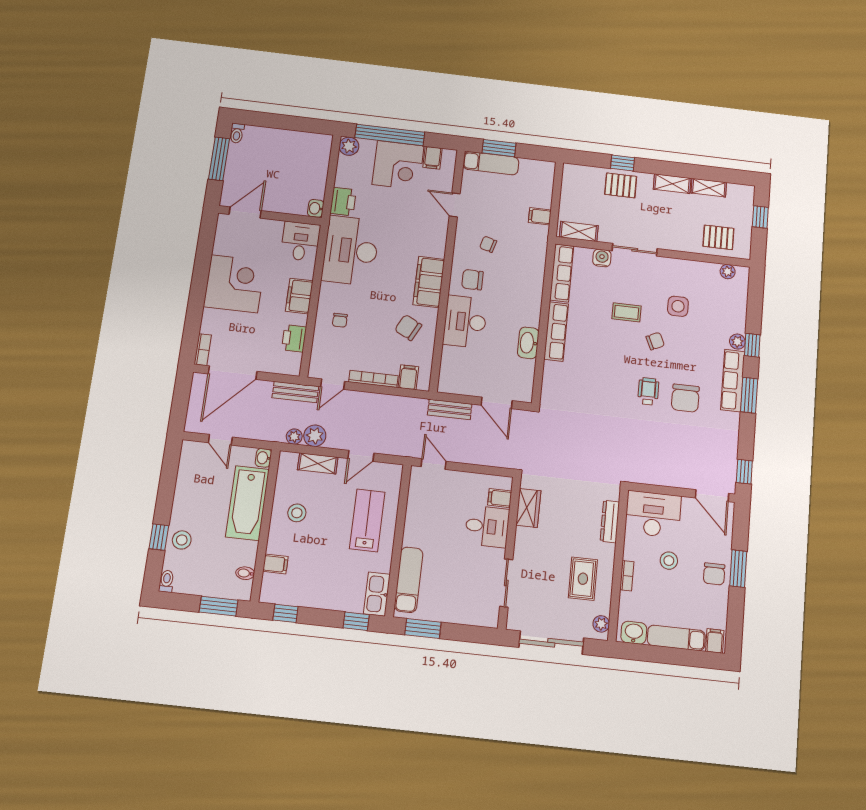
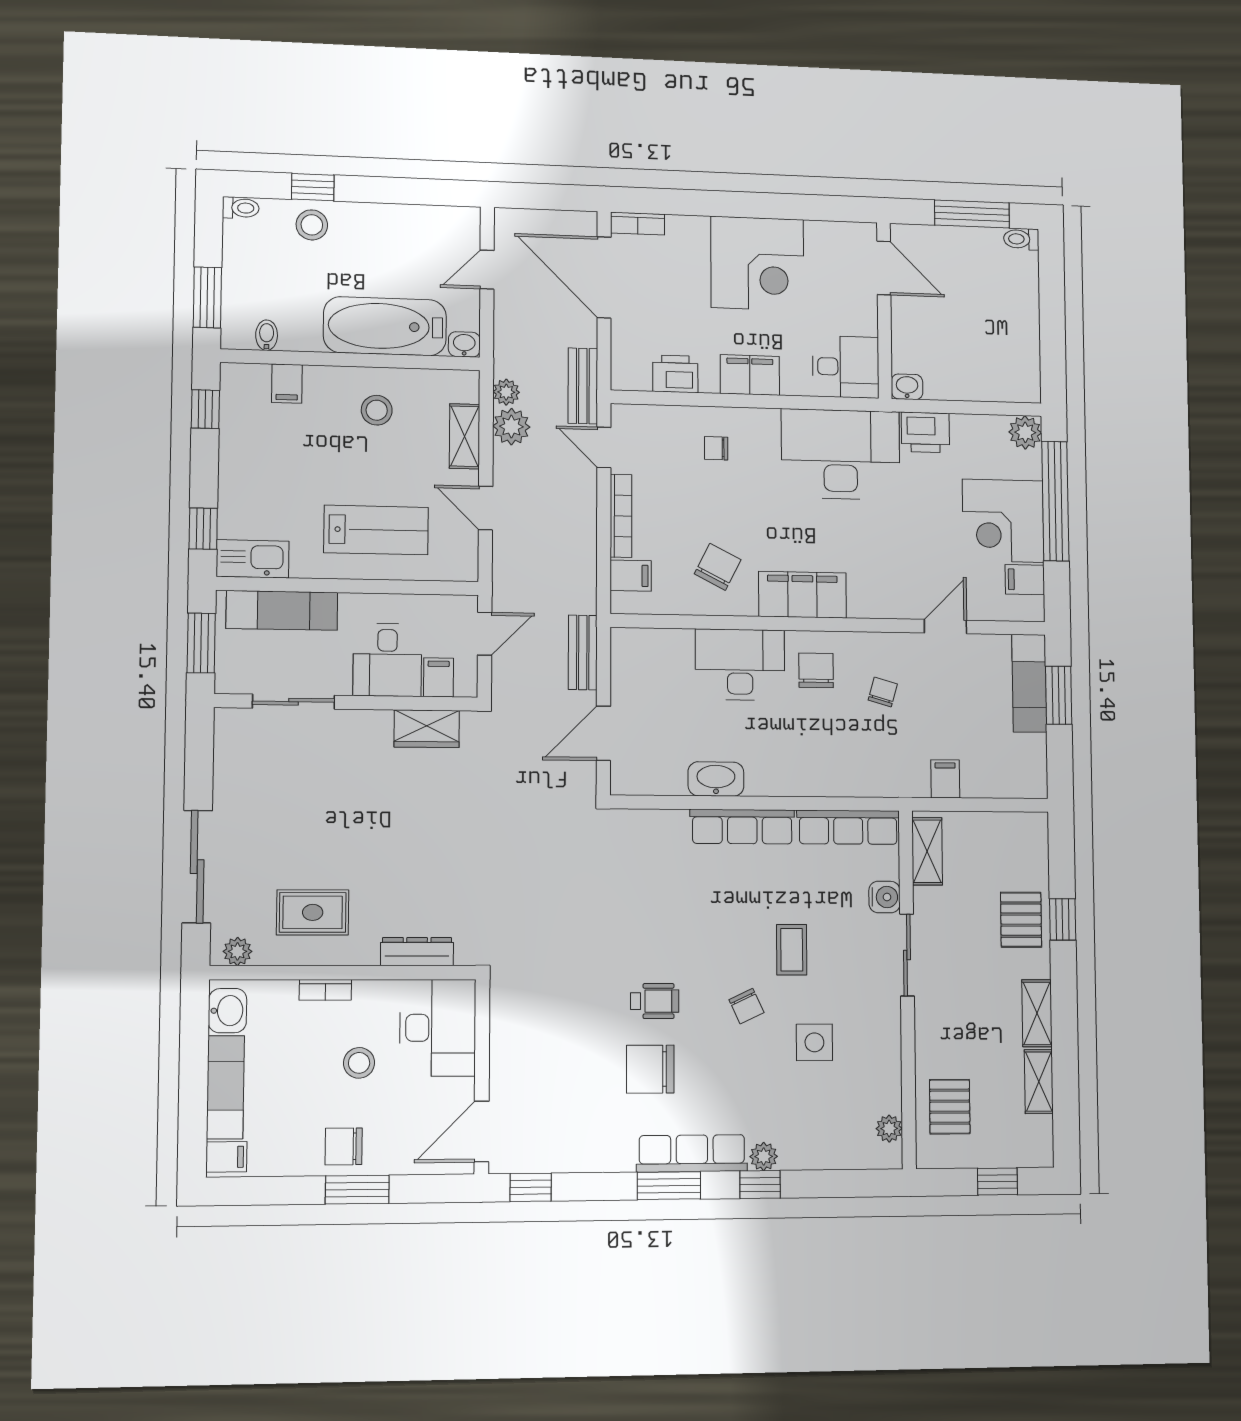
filing cabinet: (500, 498) -> (439, 677), moved
wardrobe: (528, 508) -> (427, 729), moved
desk: (487, 526) -> (387, 660), moved
wall: (509, 552) -> (347, 702), moved
sliding door: (506, 583) -> (294, 702), moved

